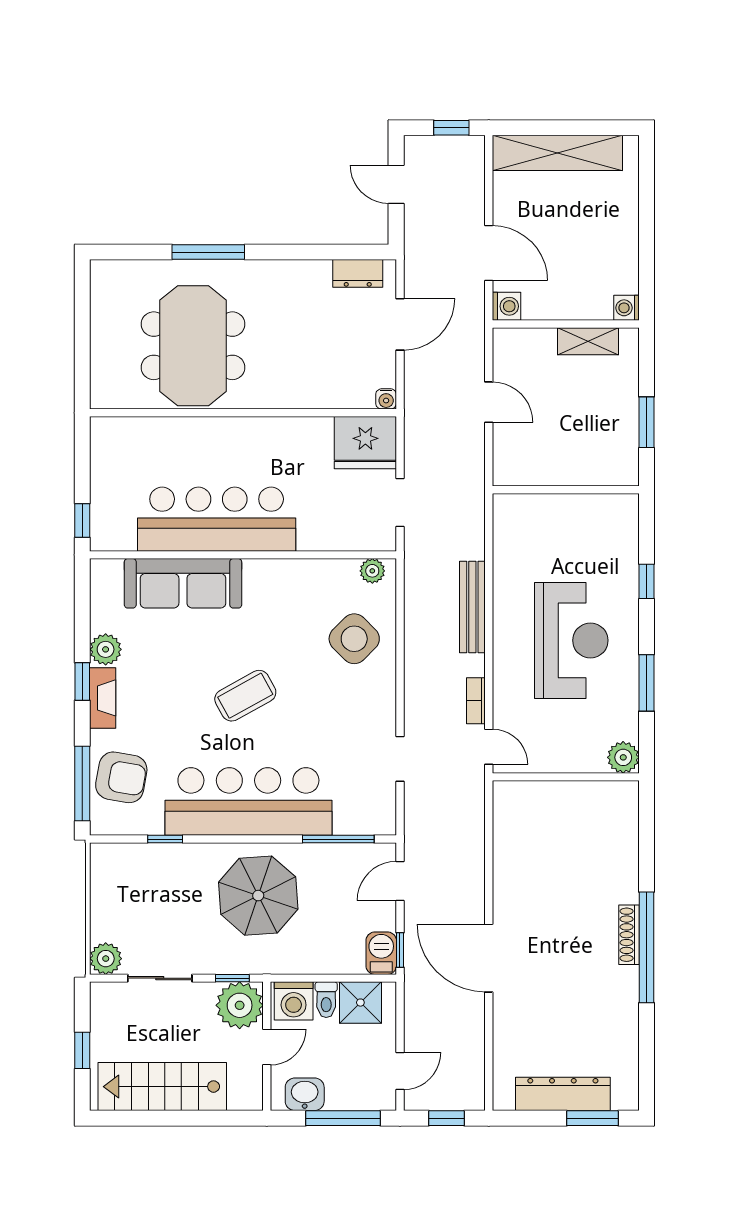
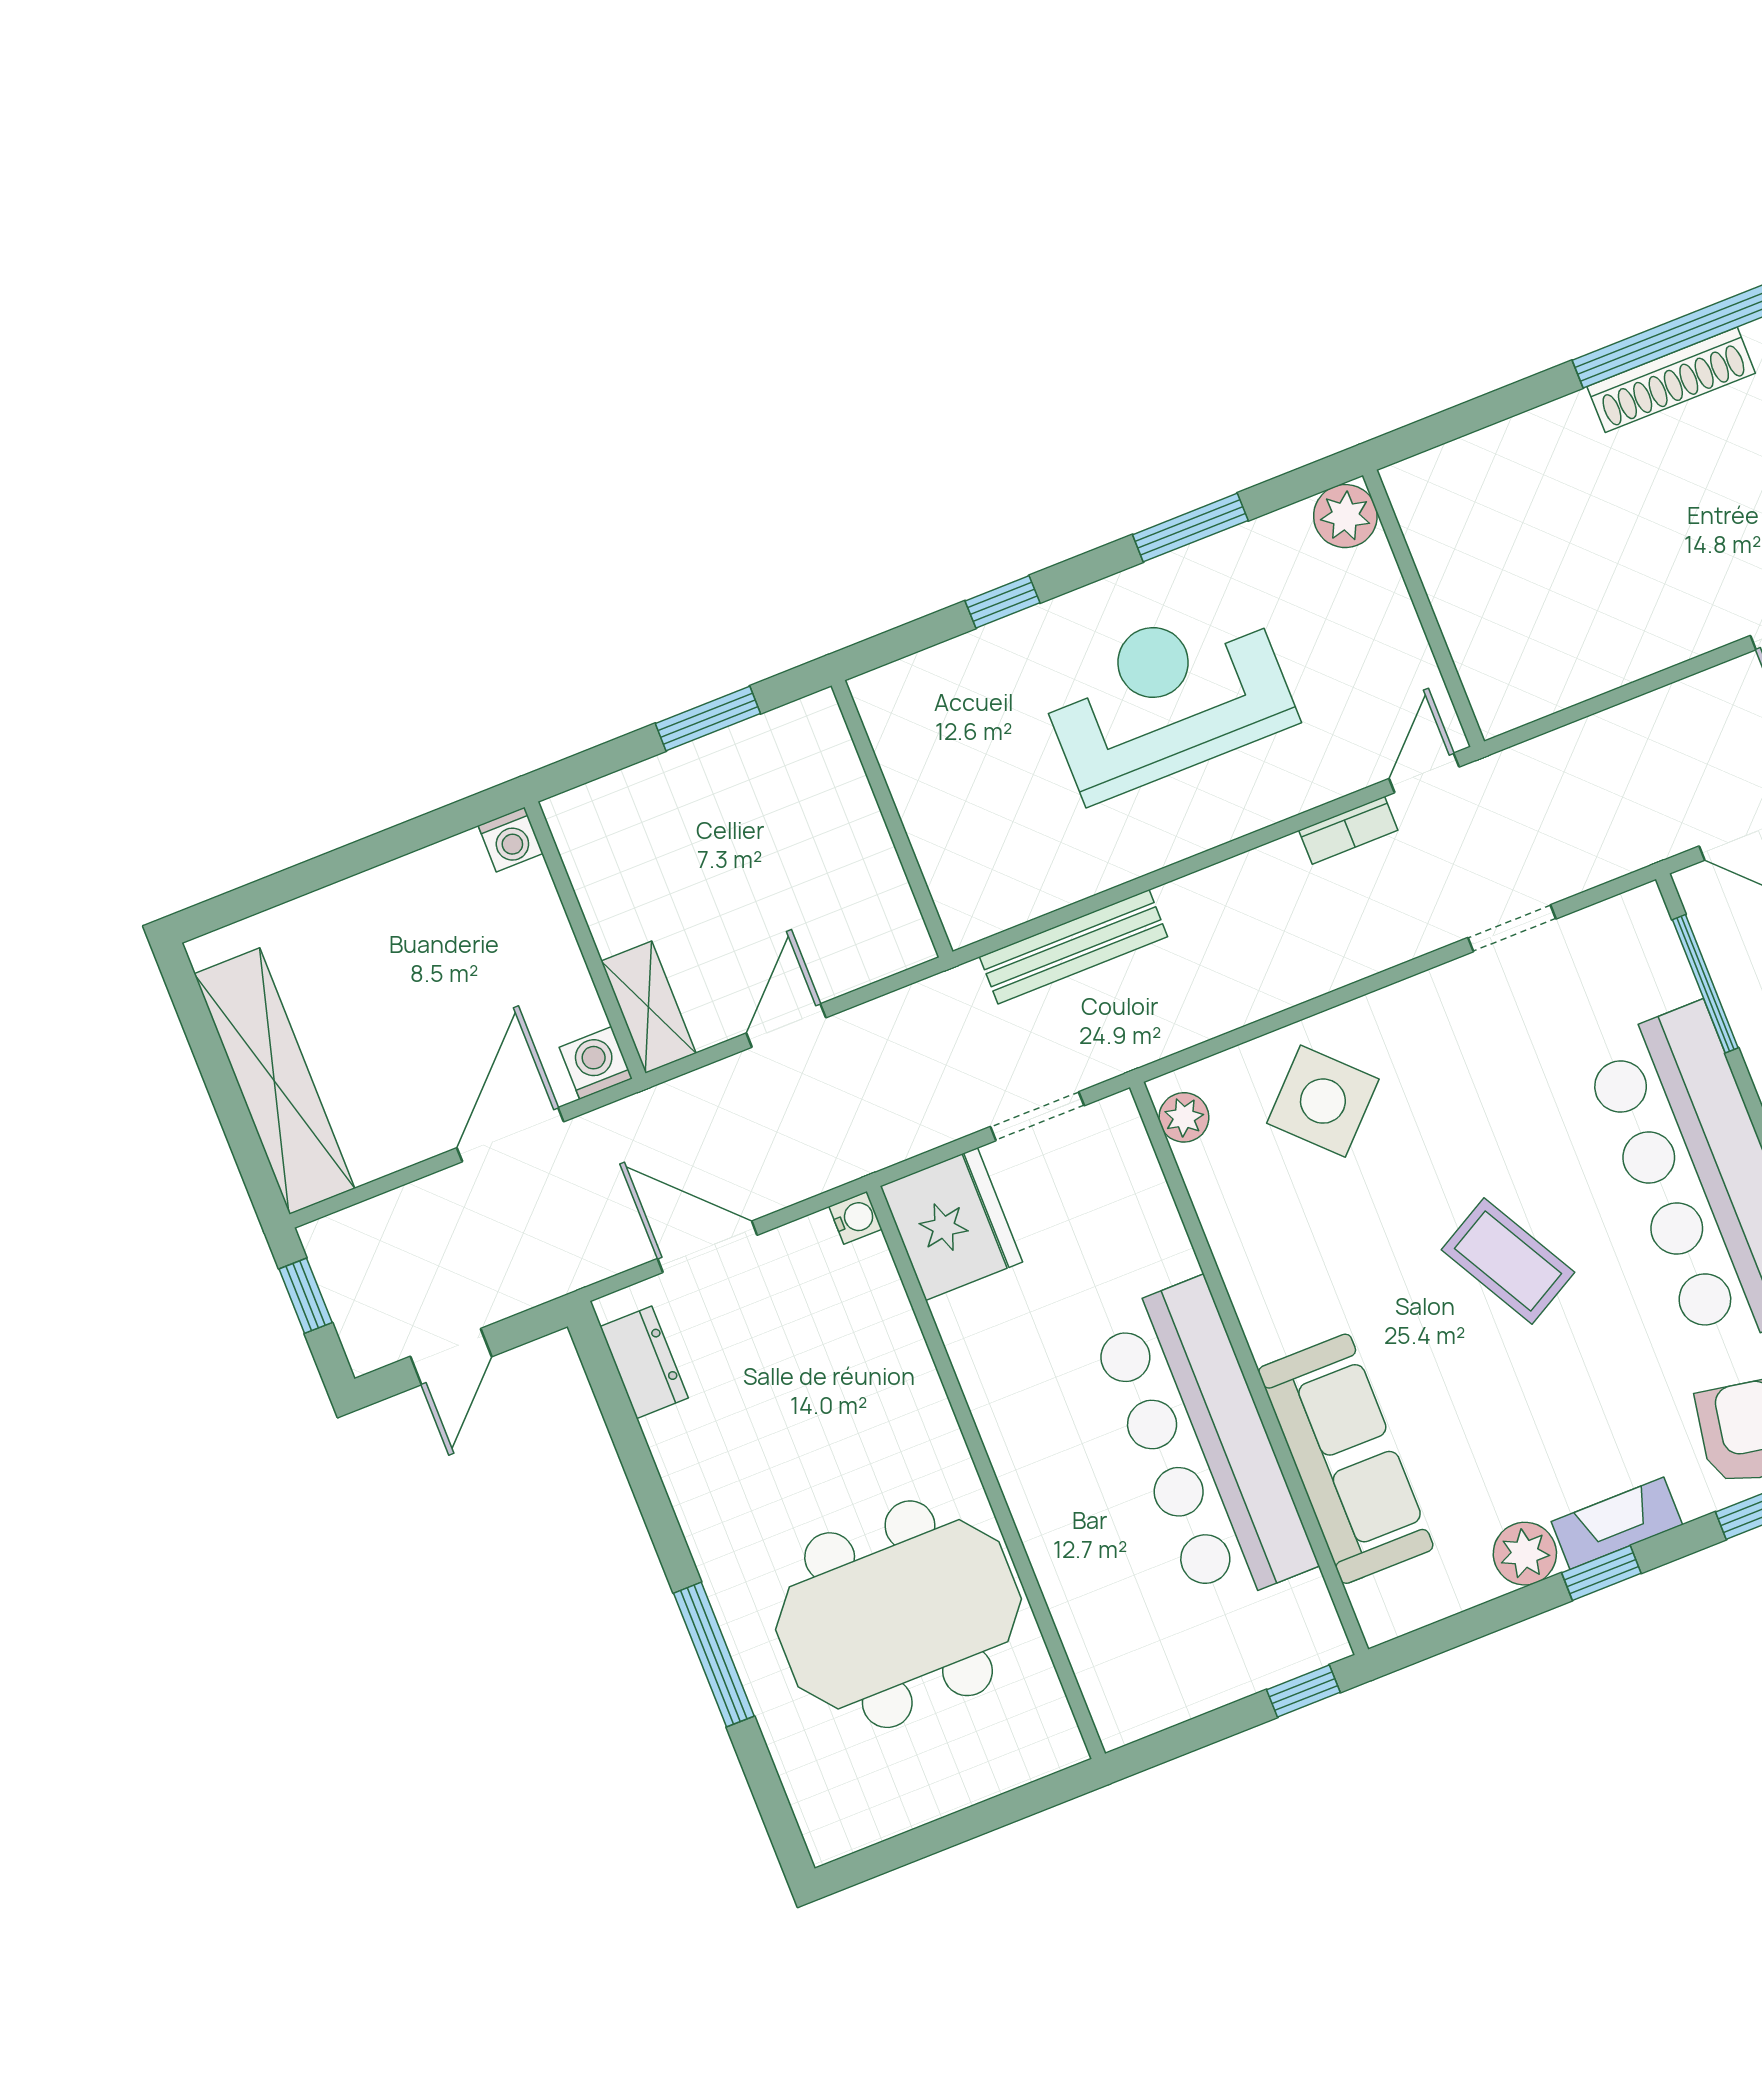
shelving: (588, 341) -> (649, 1007), moved
bench: (472, 607) -> (1073, 947), moved
shoe rack: (629, 935) -> (1671, 380), width x1.36, depth x1.24

